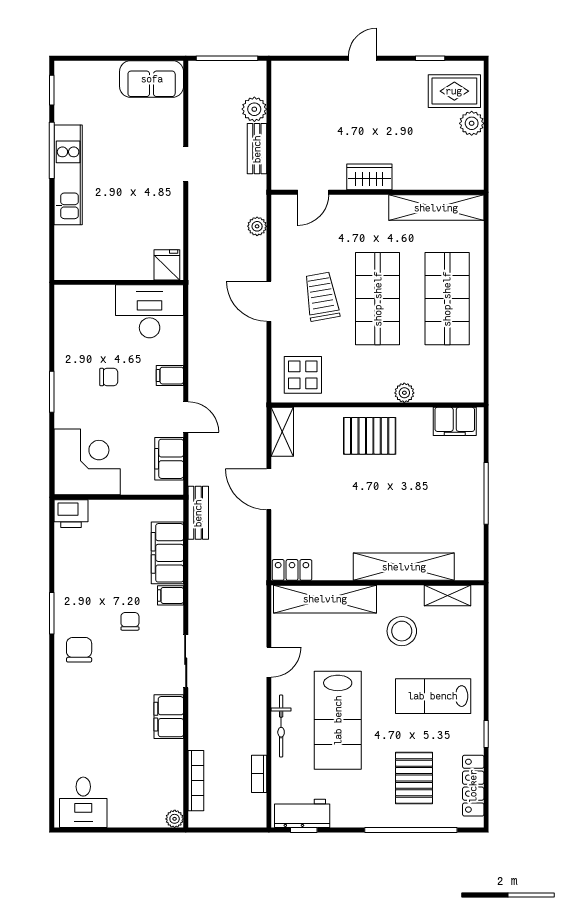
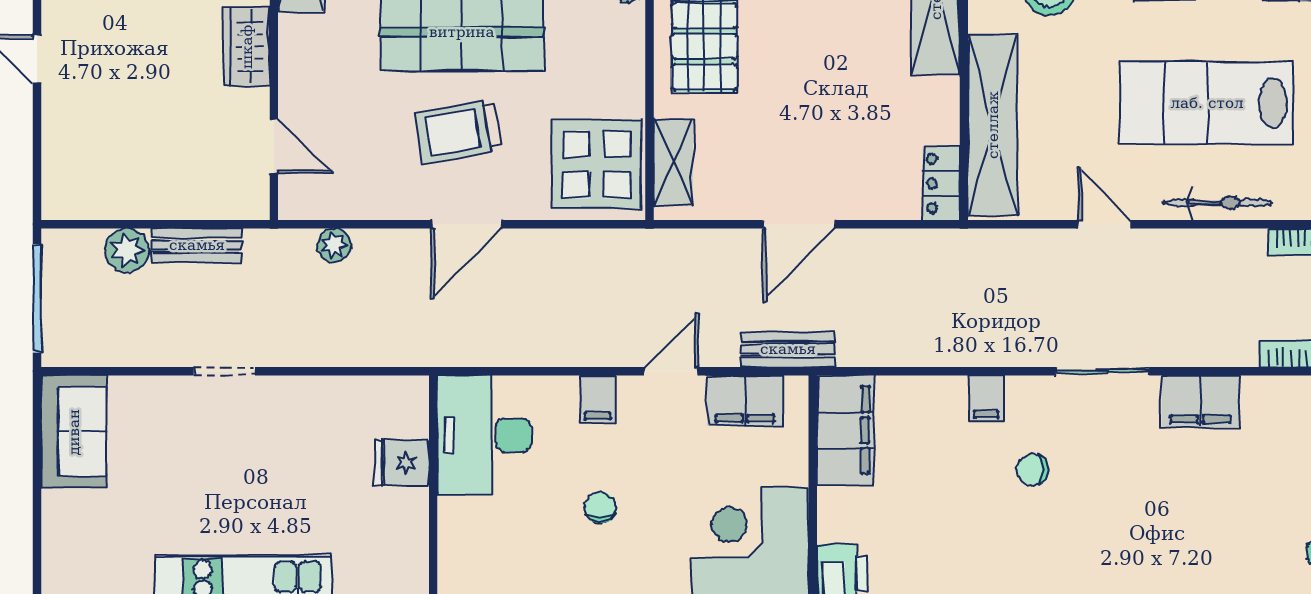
fridge: (167, 265) -> (402, 463), moved
display table: (303, 375) -> (597, 164), width x1.36, depth x1.36
shelving: (282, 432) -> (673, 162), moved, turned 90
bench: (198, 513) -> (788, 349), moved
filing cabinet: (167, 553) -> (845, 430), moved, turned -90
chair: (79, 650) -> (1082, 560), removed
lab bench: (338, 720) -> (1207, 103), turned 180

